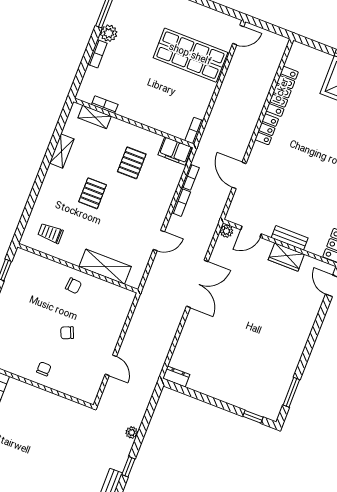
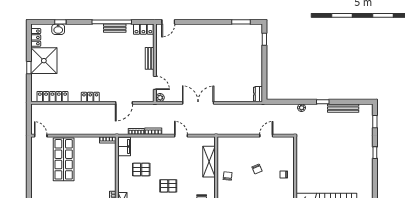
locker: (282, 91) -> (52, 97), moved
wardrobe: (286, 257) -> (162, 56), removed

